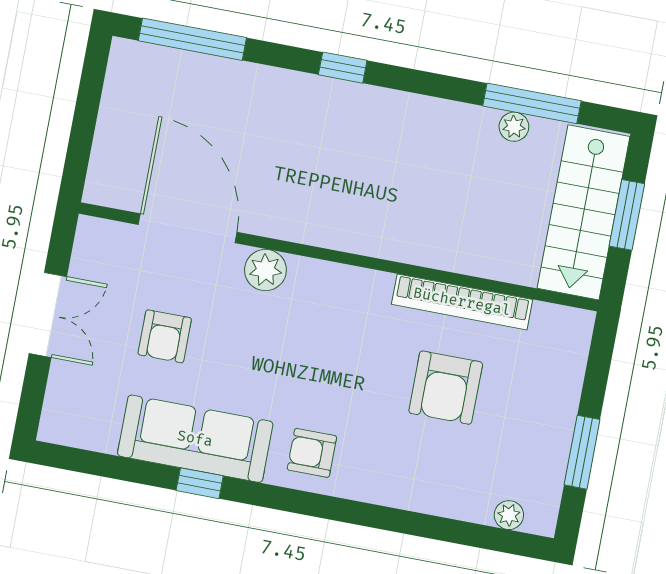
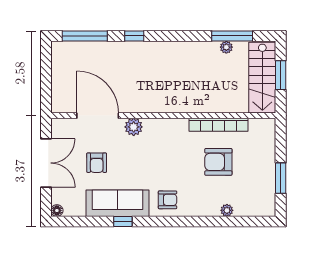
window: (343, 68) -> (134, 36), moved
double door: (48, 315) -> (46, 163), width x1.37
armchair: (446, 388) -> (218, 162), turned 90
floor lamp: (52, 429) -> (57, 211), added
armchair: (312, 453) -> (168, 200), turned 180
plant: (509, 515) -> (227, 210), moved

